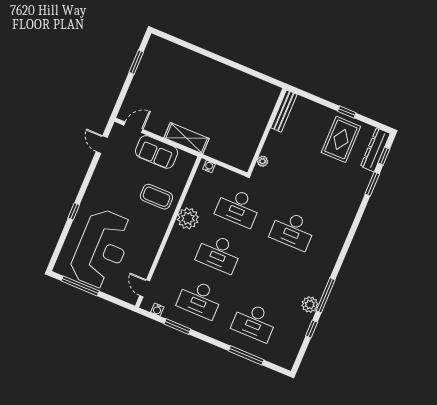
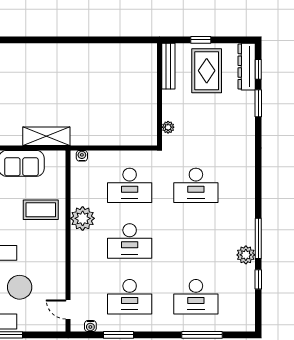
bench: (284, 111) -> (168, 66), moved
wall: (267, 131) -> (160, 94), moved
plant: (263, 161) -> (168, 127), moved

